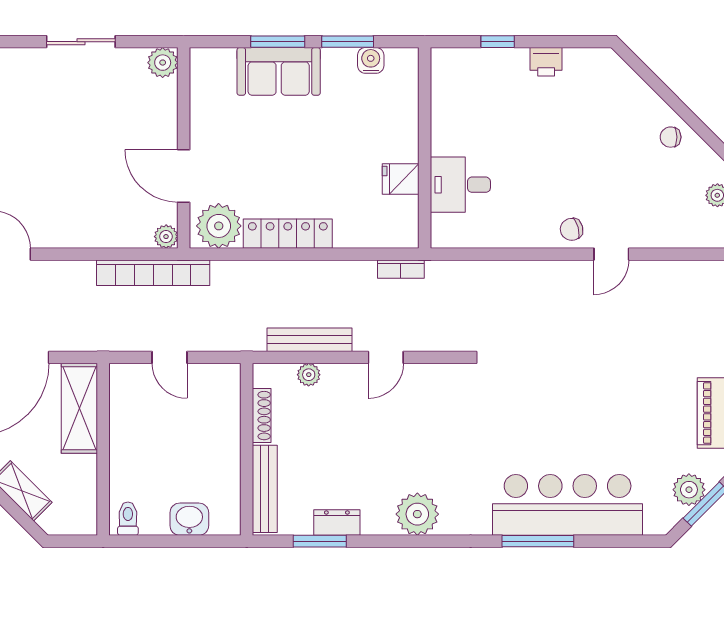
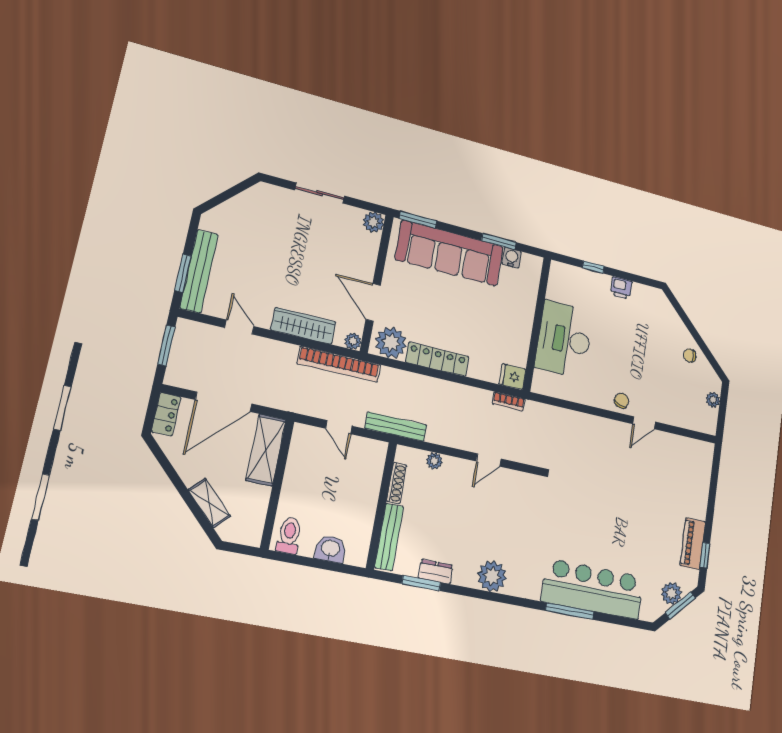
window: (278, 42) -> (418, 220), moved
sofa: (279, 71) -> (450, 253), width x1.85, depth x1.27
fridge: (401, 179) -> (512, 377), moved
desk: (460, 185) -> (564, 339), width x1.87, depth x1.30
chair: (572, 229) -> (622, 401), turned 128
wardrobe: (95, 232) -> (303, 326), added
bench: (310, 340) -> (396, 427), moved
toilet: (128, 519) -> (289, 535), width x1.37, depth x1.39

